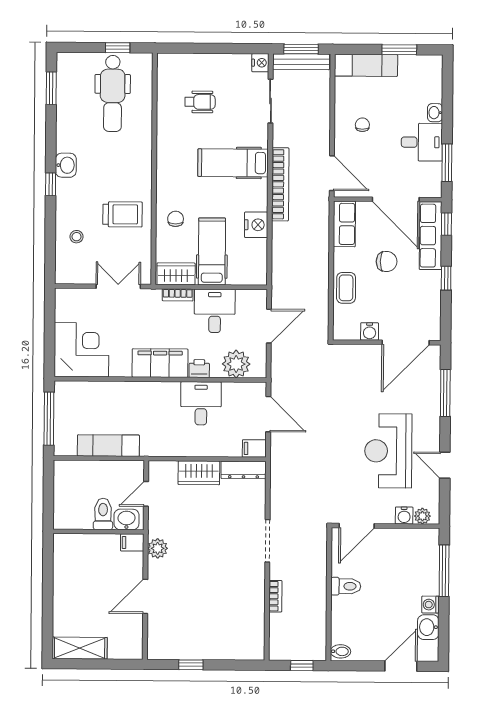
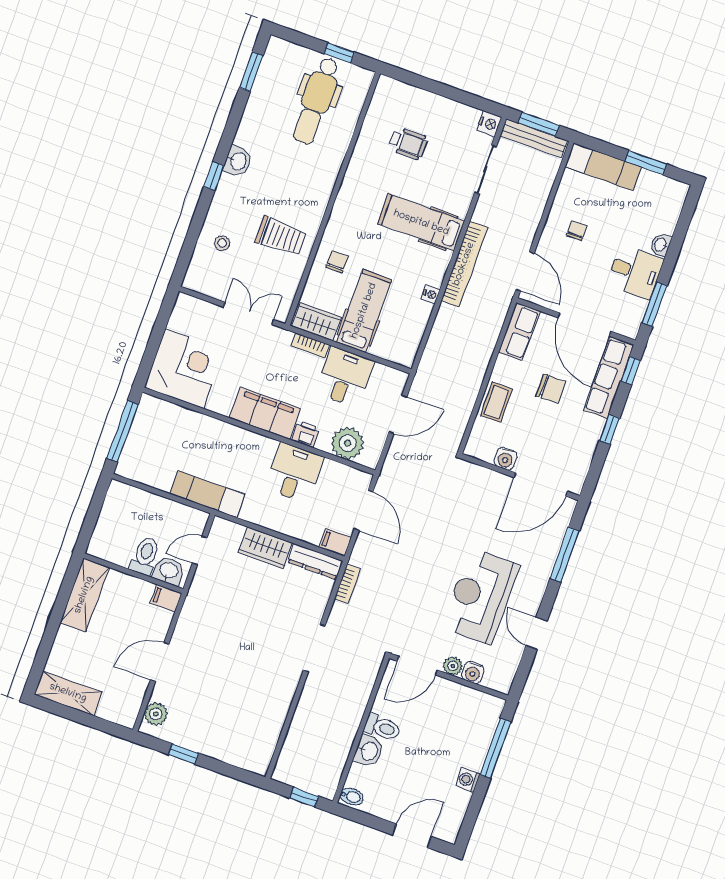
nightstand: (256, 225) -> (431, 294), width x0.53, depth x0.56
exam couch: (108, 446) -> (207, 494), moved
plant: (422, 516) -> (453, 666), moved
plant: (158, 548) -> (156, 714), moved
shelving: (65, 563) -> (84, 595), added
bookcase: (275, 596) -> (347, 584), moved
washbasin: (428, 627) -> (369, 751), moved, turned 180

